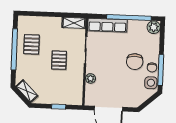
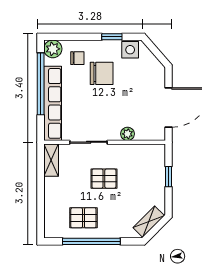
row of seats: (107, 25) -> (53, 103), width x1.36
chair: (152, 67) -> (77, 58), moved
window: (161, 70) -> (112, 37), width x0.46

